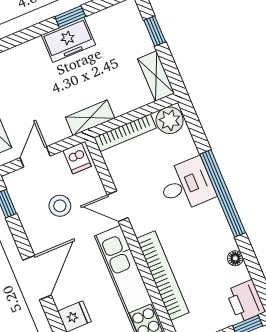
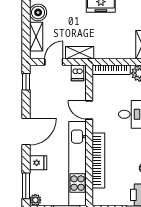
shelving: (90, 118) -> (80, 53), moved
stool: (60, 206) -> (56, 96), removed

